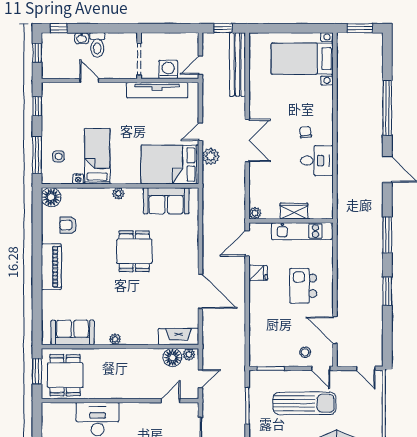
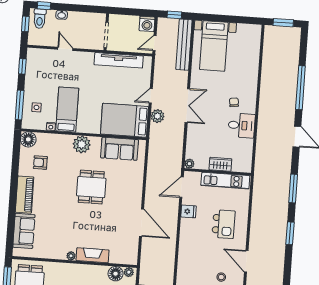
toilet: (97, 45) -> (40, 19), moved
bed with nightstands: (302, 59) -> (214, 46), moved, turned -90
washing machine: (168, 69) -> (147, 24), moved, turned 180
plant: (118, 193) -> (82, 144), width x1.88, depth x1.88
kitchen island: (303, 286) -> (223, 224), turned 180
sofa: (73, 332) -> (24, 231), moved, turned 90
fireplace: (179, 337) -> (93, 255), moved

